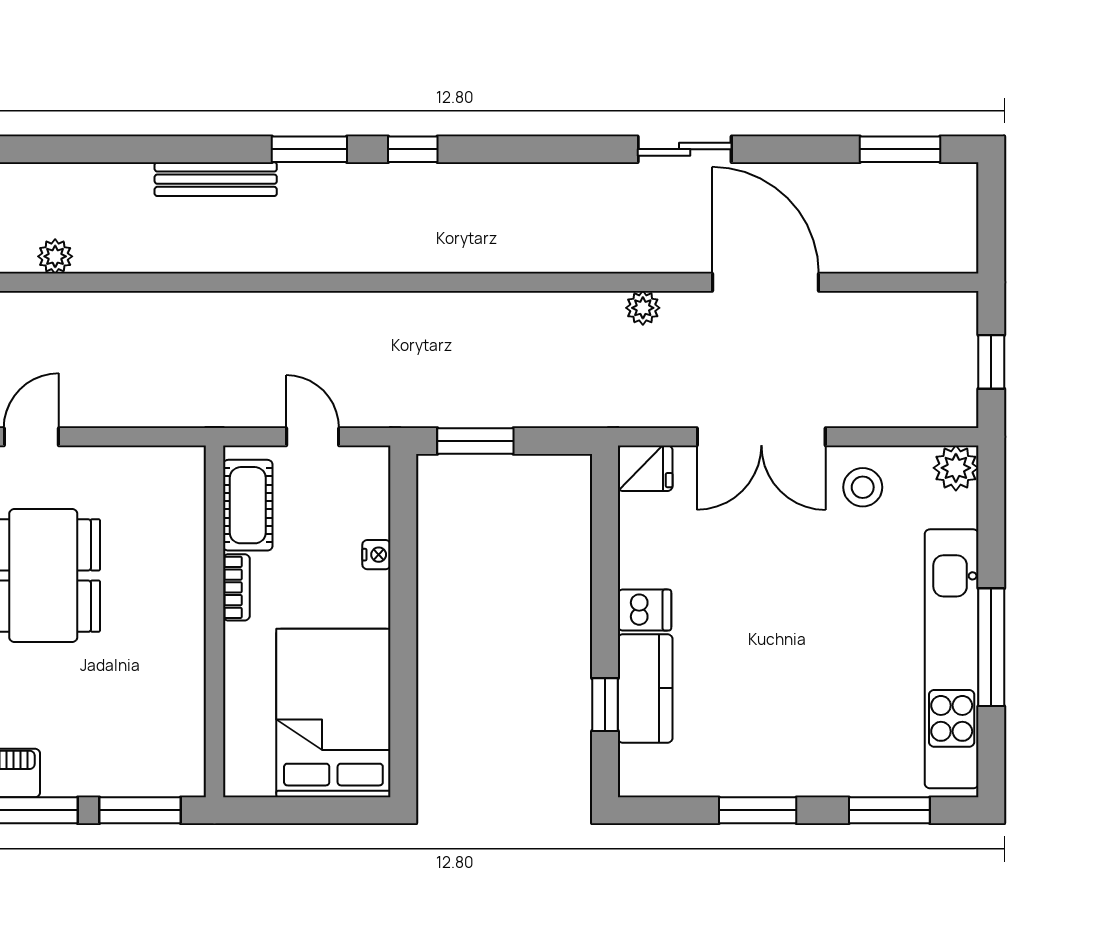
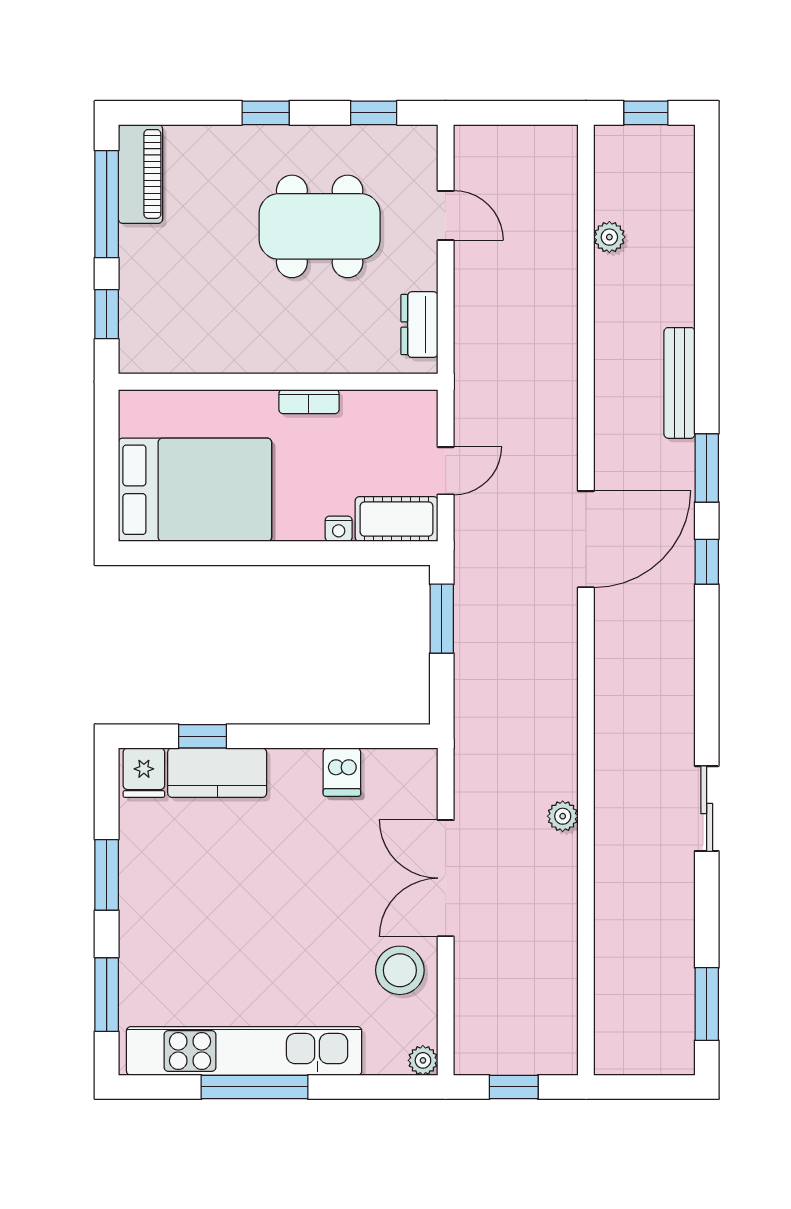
door: (766, 282) -> (586, 539), moved
plant: (643, 308) -> (563, 816), moved
dresser: (151, 466) -> (419, 325), added
fridge: (645, 468) -> (144, 773), moved
plant: (956, 468) -> (423, 1060), width x0.73, depth x0.73
stool: (863, 487) -> (400, 970), width x1.38, depth x1.38
cot: (248, 505) -> (397, 519), moved
dishwasher: (644, 610) -> (342, 772), moved
window: (140, 810) -> (107, 314), width x0.67

